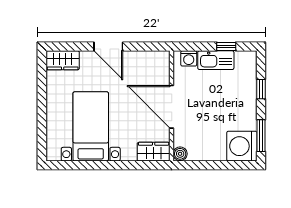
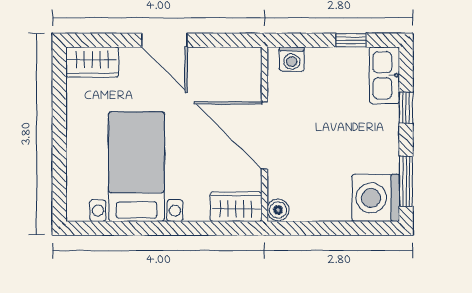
kitchen sink: (216, 60) -> (384, 75), moved, turned 90

